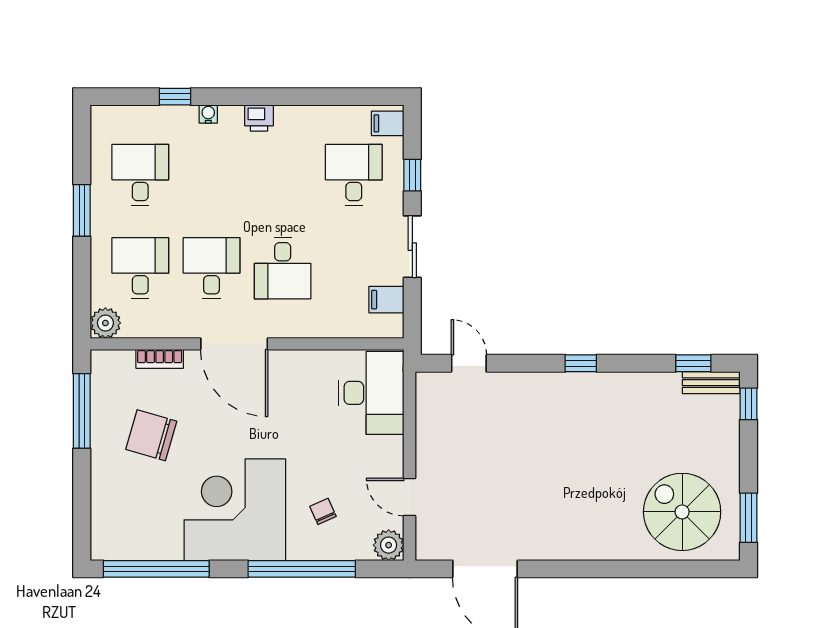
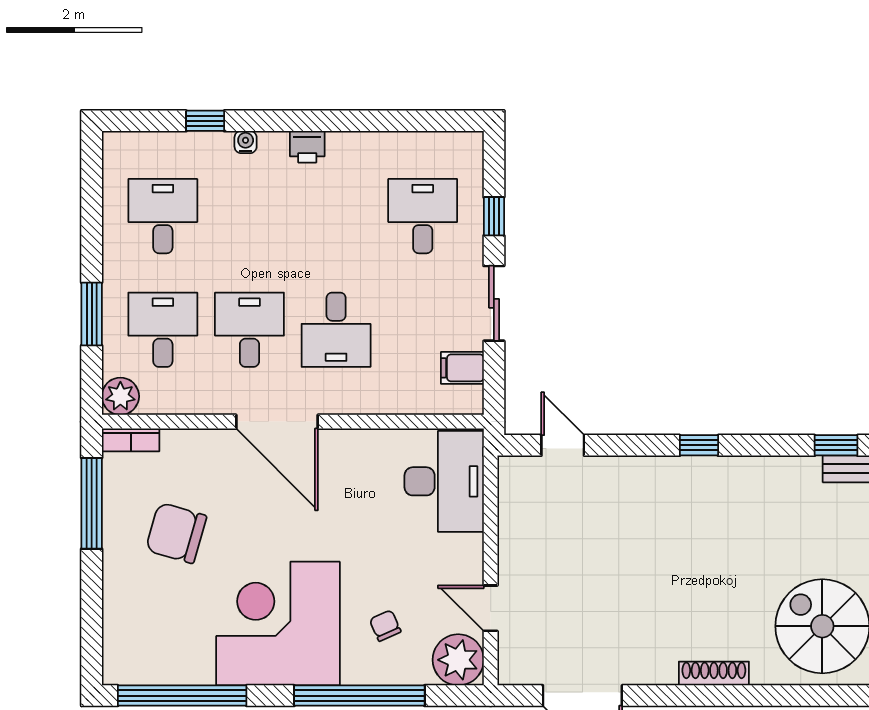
filing cabinet: (388, 123) -> (464, 153), removed
window: (82, 210) -> (92, 314), moved
bookcase: (160, 359) -> (131, 440), moved
plant: (389, 545) -> (458, 660), width x1.36, depth x1.36
shoe rack: (593, 551) -> (714, 673), added

